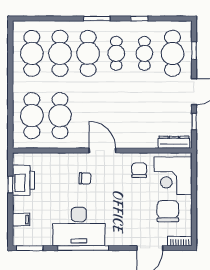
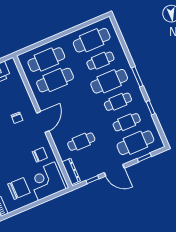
cafe table: (60, 53) -> (100, 61), width x0.73, depth x0.74
cafe table: (144, 116) -> (81, 142), added

